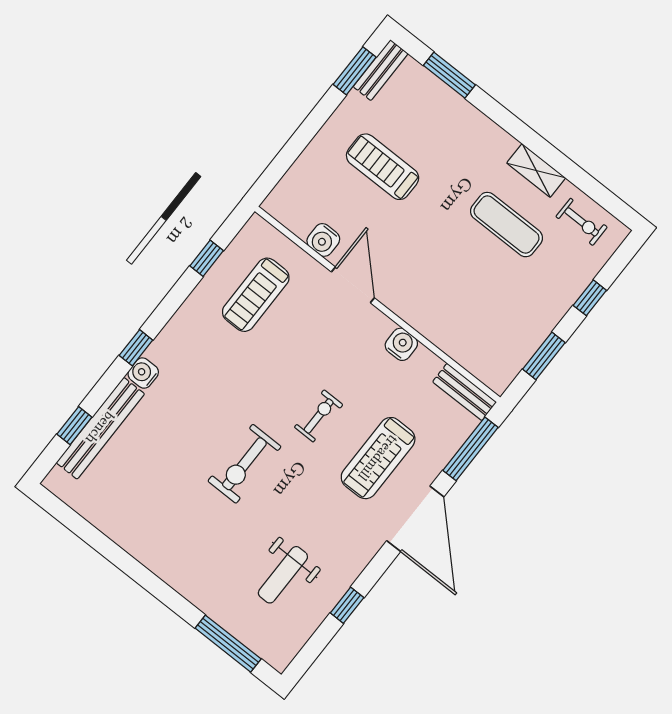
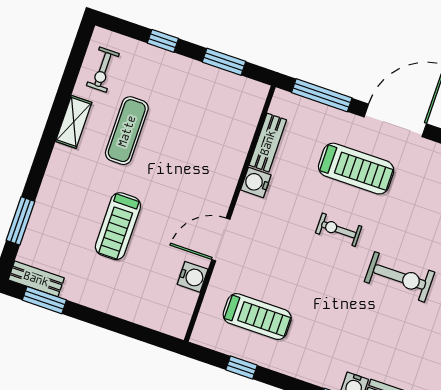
treadmill: (383, 167) -> (118, 226), moved
exercise bike: (582, 222) -> (103, 70), turned 180
bench: (465, 392) -> (268, 143), moved

